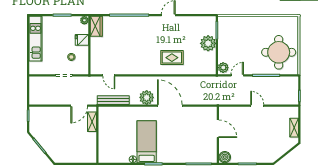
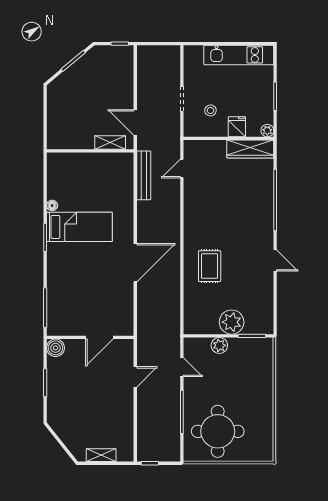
wardrobe: (96, 26) -> (250, 149), width x1.50
plant: (223, 68) -> (219, 345), moved
plant: (147, 97) -> (148, 227), removed
door: (257, 106) -> (135, 377), moved

